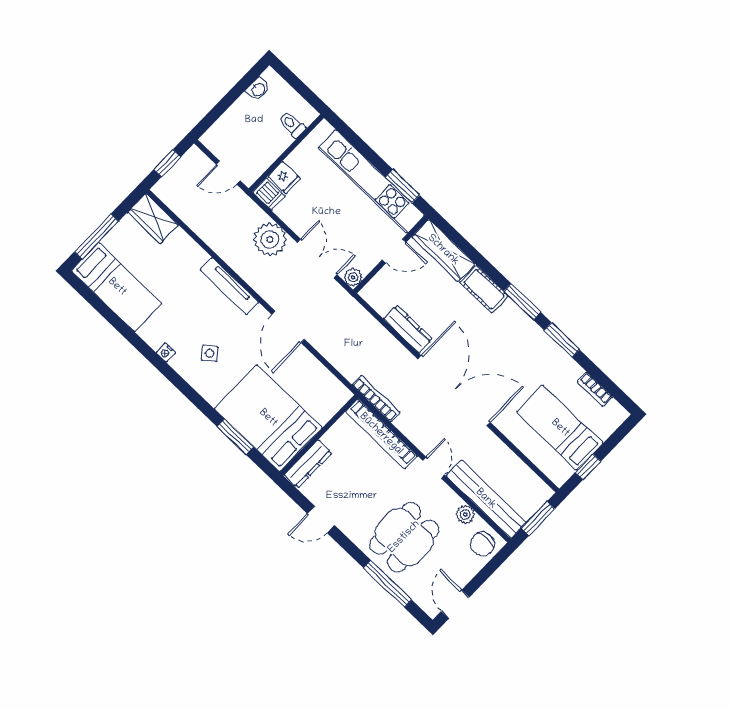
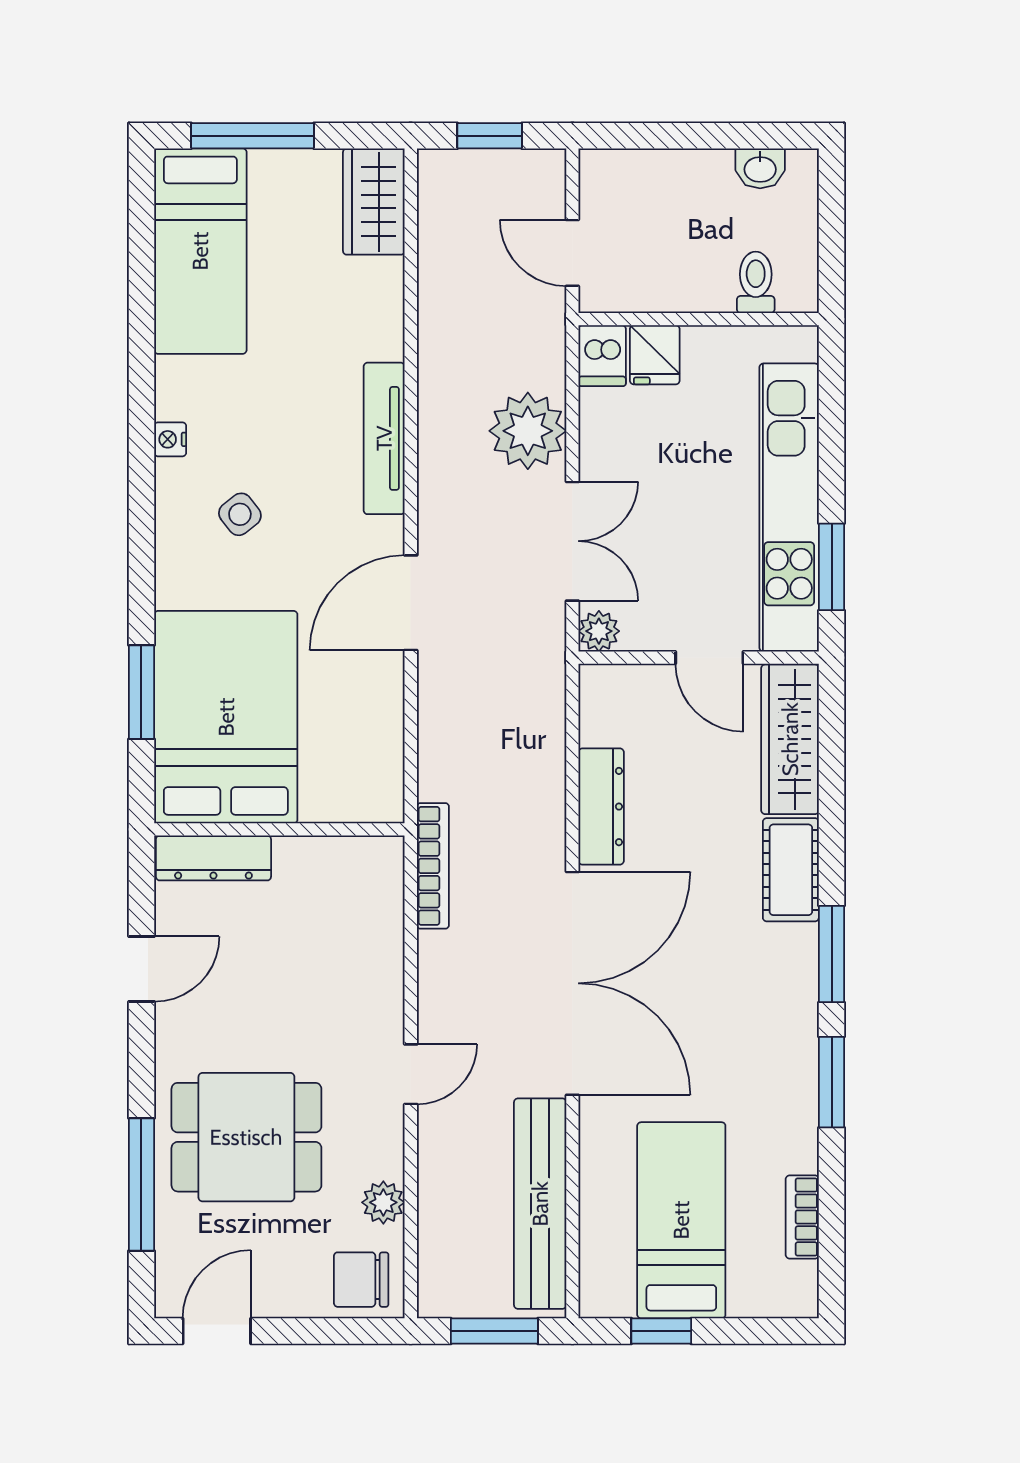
bookcase: (381, 434) -> (383, 931), removed
bench: (486, 499) -> (540, 1204), moved
door: (321, 519) -> (141, 969), swing flipped

